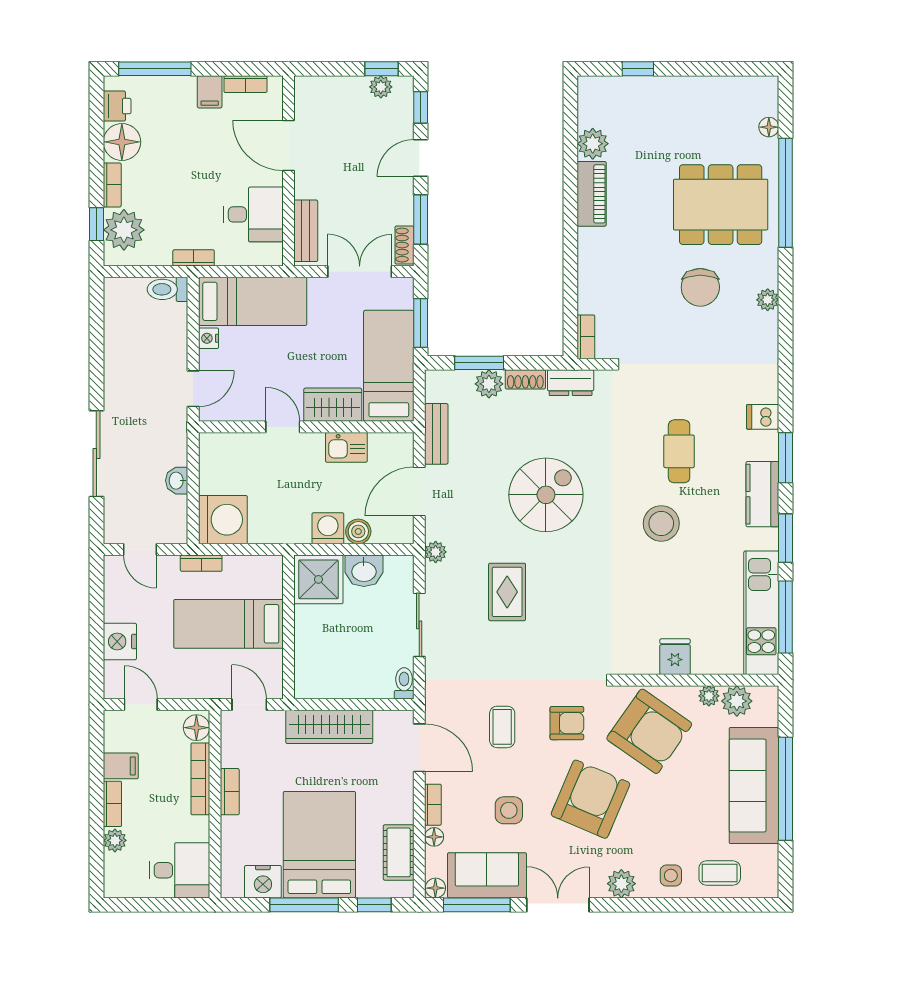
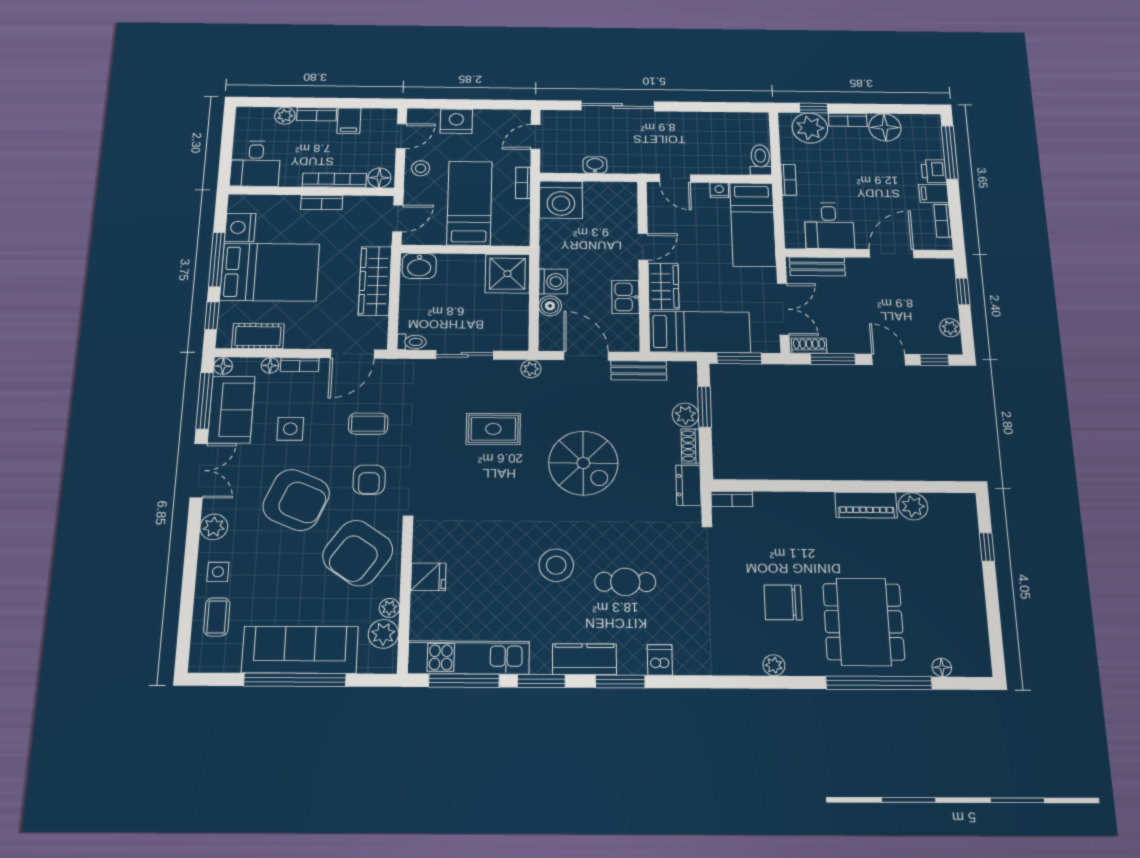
window: (381, 69) -> (963, 291), moved
printer: (117, 106) -> (934, 171), moved, turned 90
washbasin: (364, 571) -> (419, 266), moved, turned -90
stool: (183, 681) -> (421, 168), added

